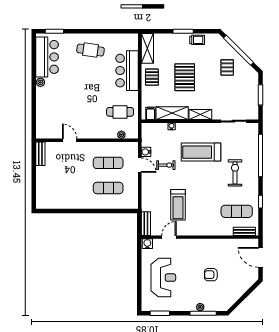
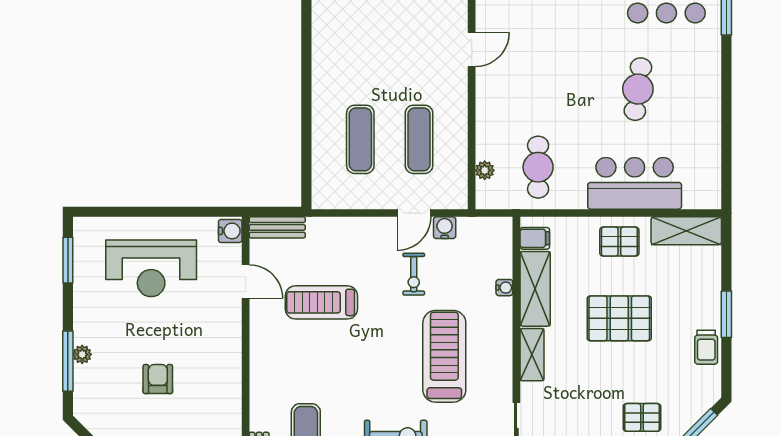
cafe table: (90, 50) -> (638, 89), moved

